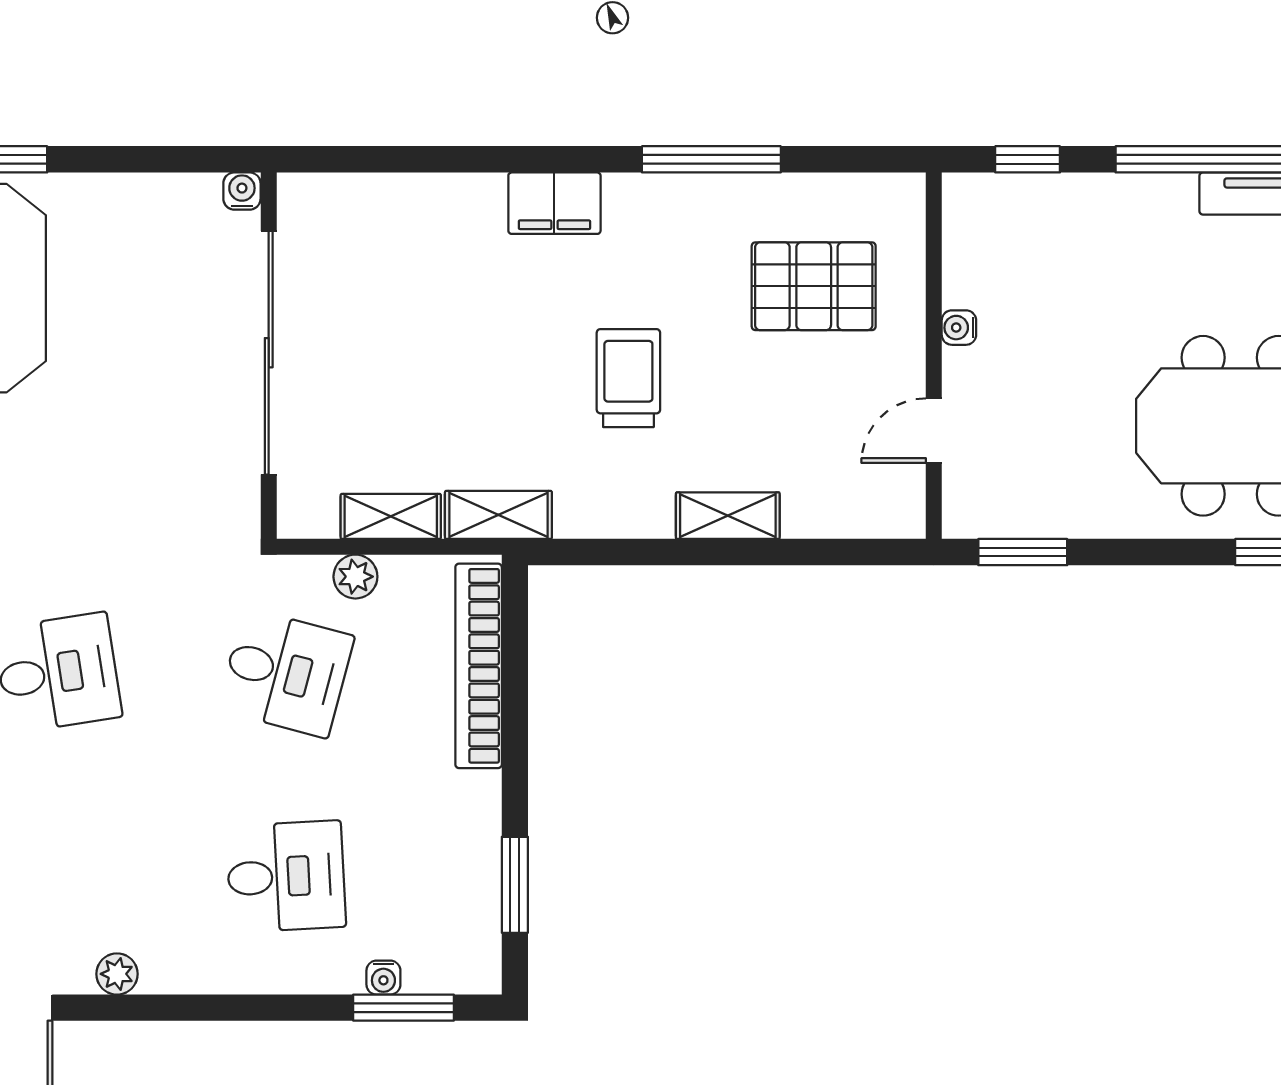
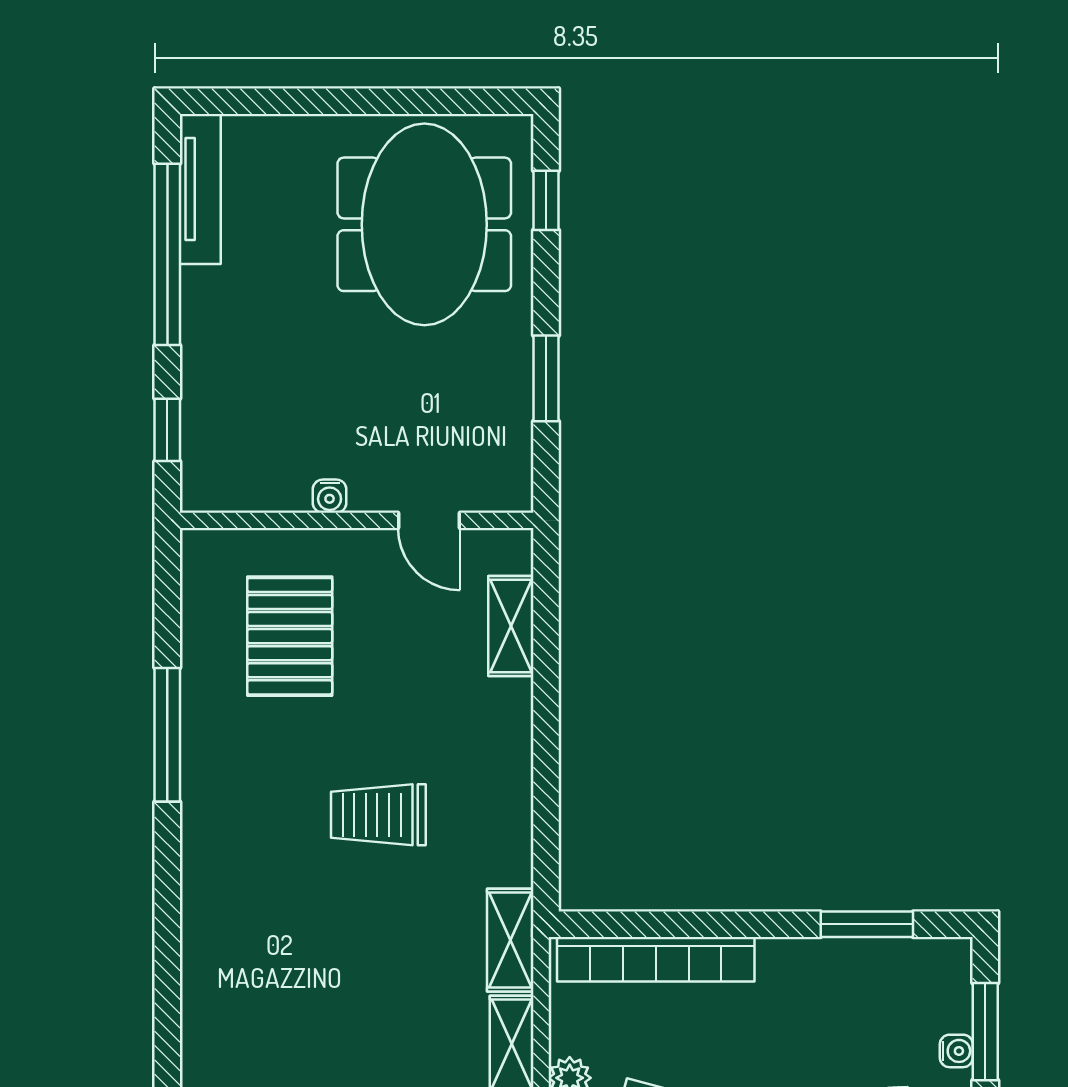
filing cabinet: (554, 203) -> (210, 886), removed
shelving: (728, 516) -> (511, 626), moved
window: (1023, 552) -> (546, 378), moved

